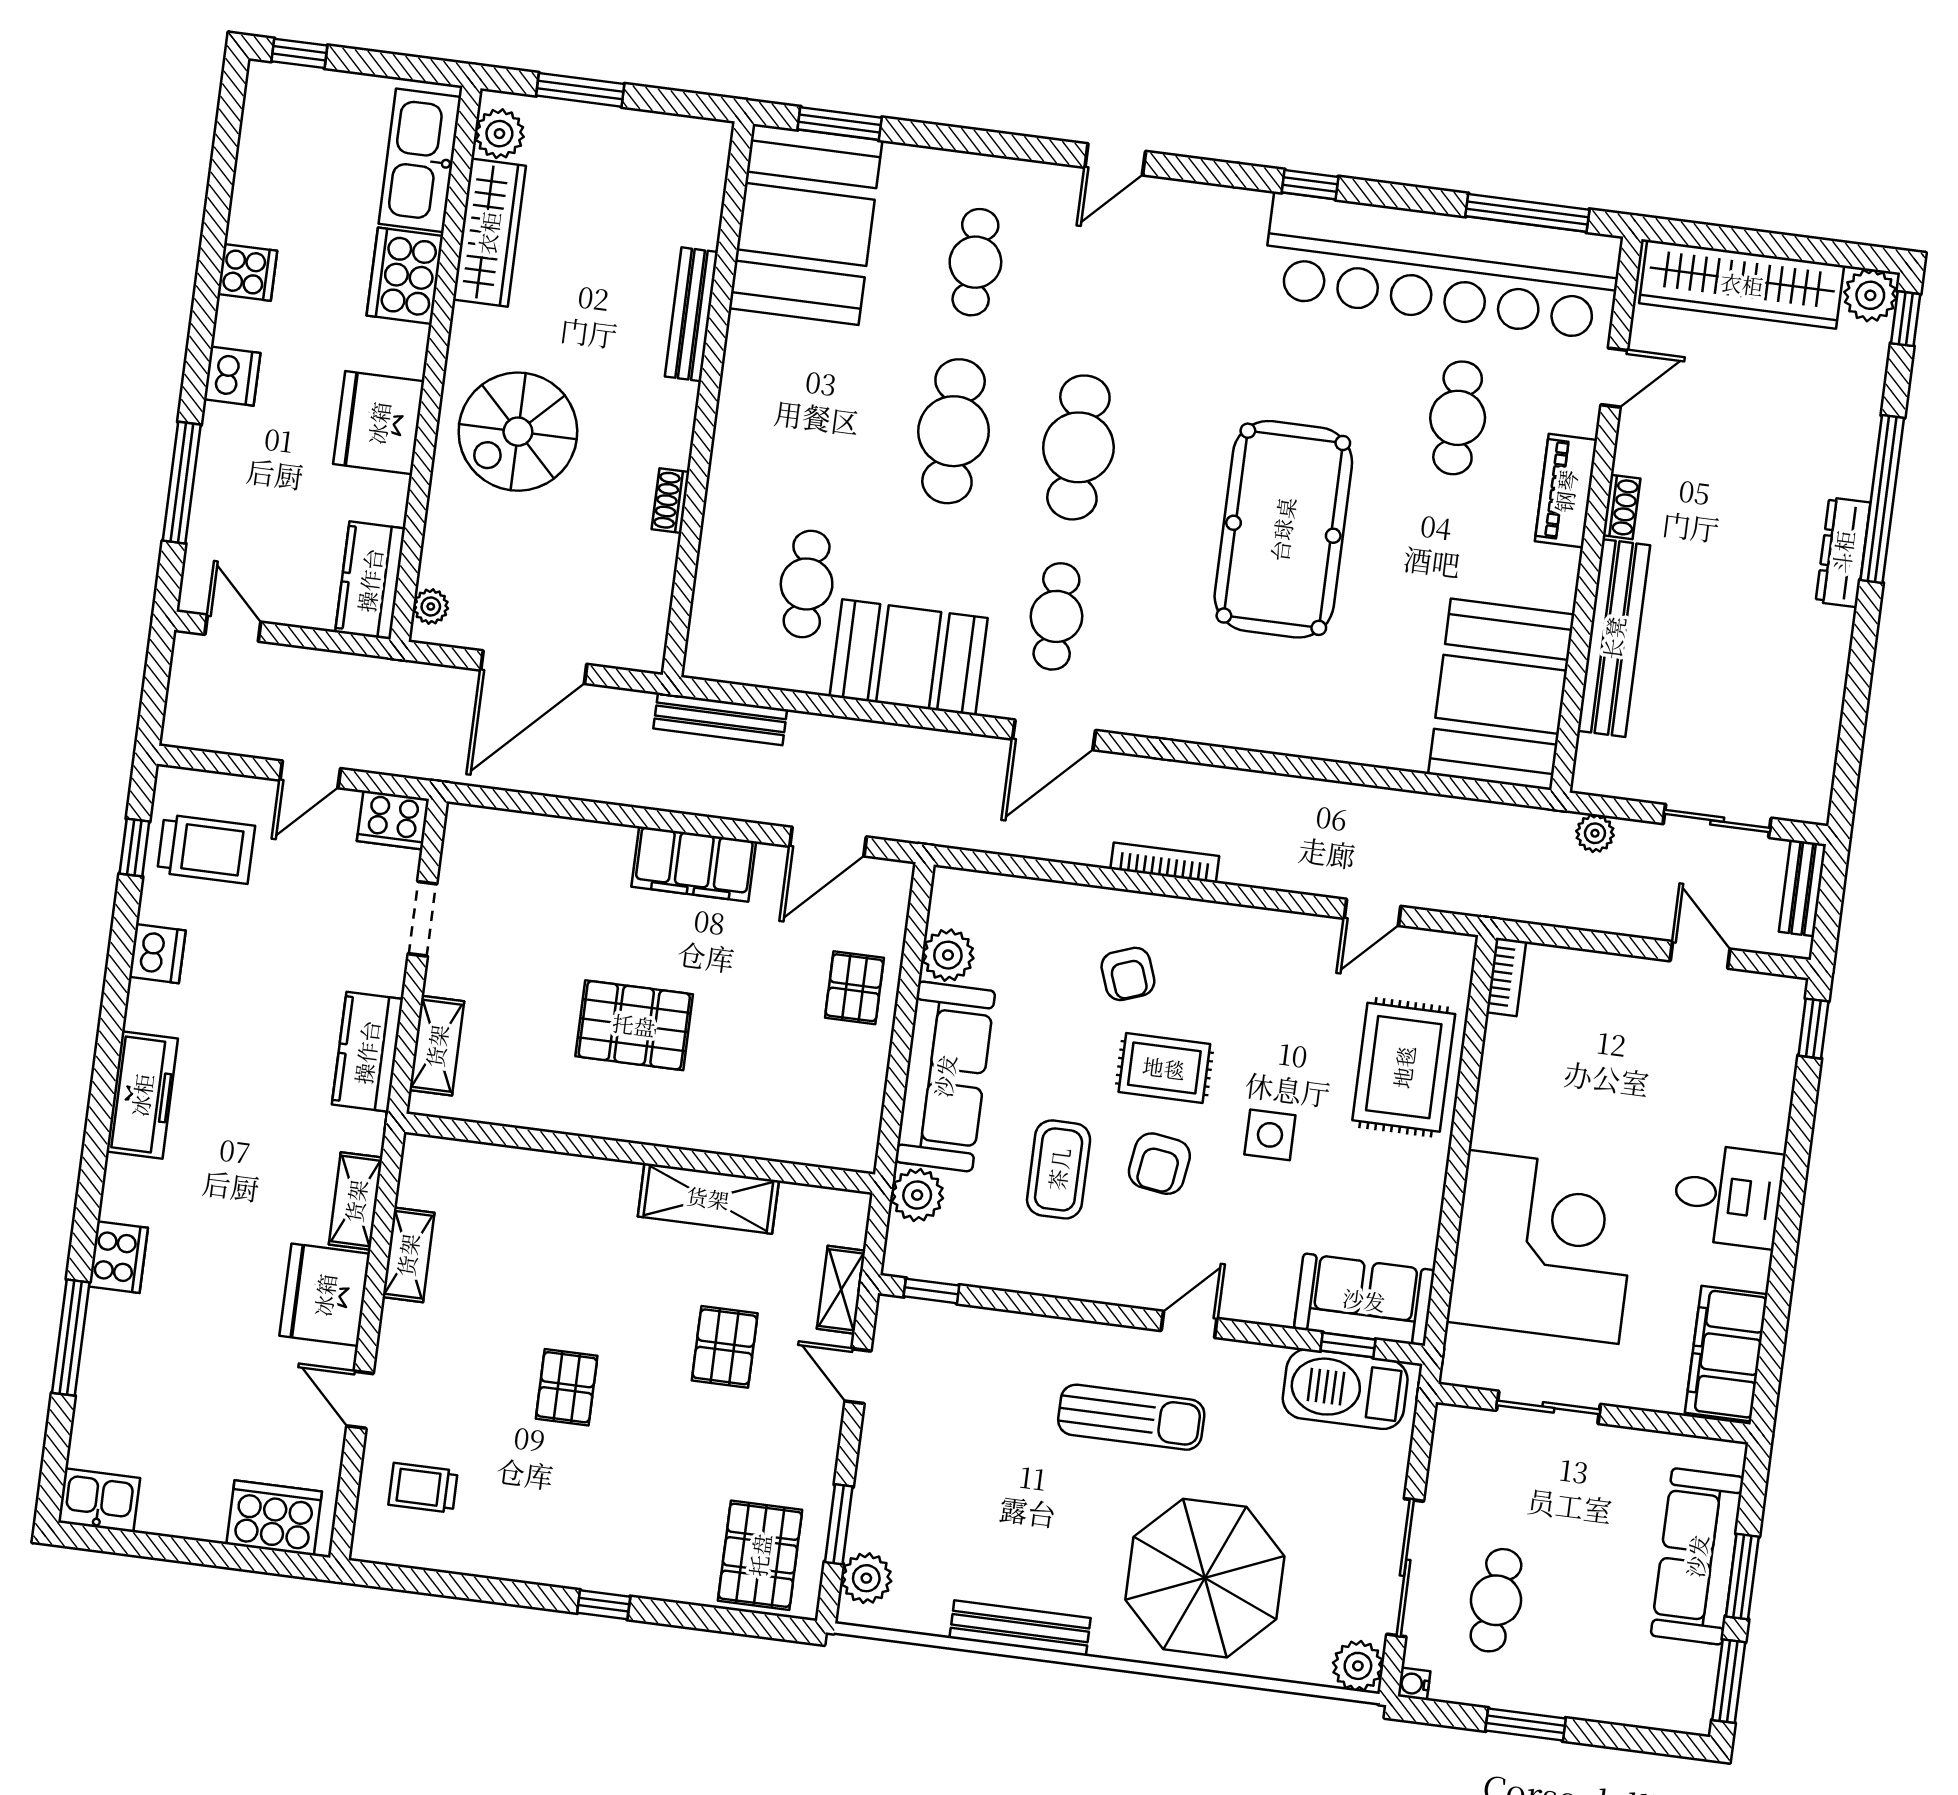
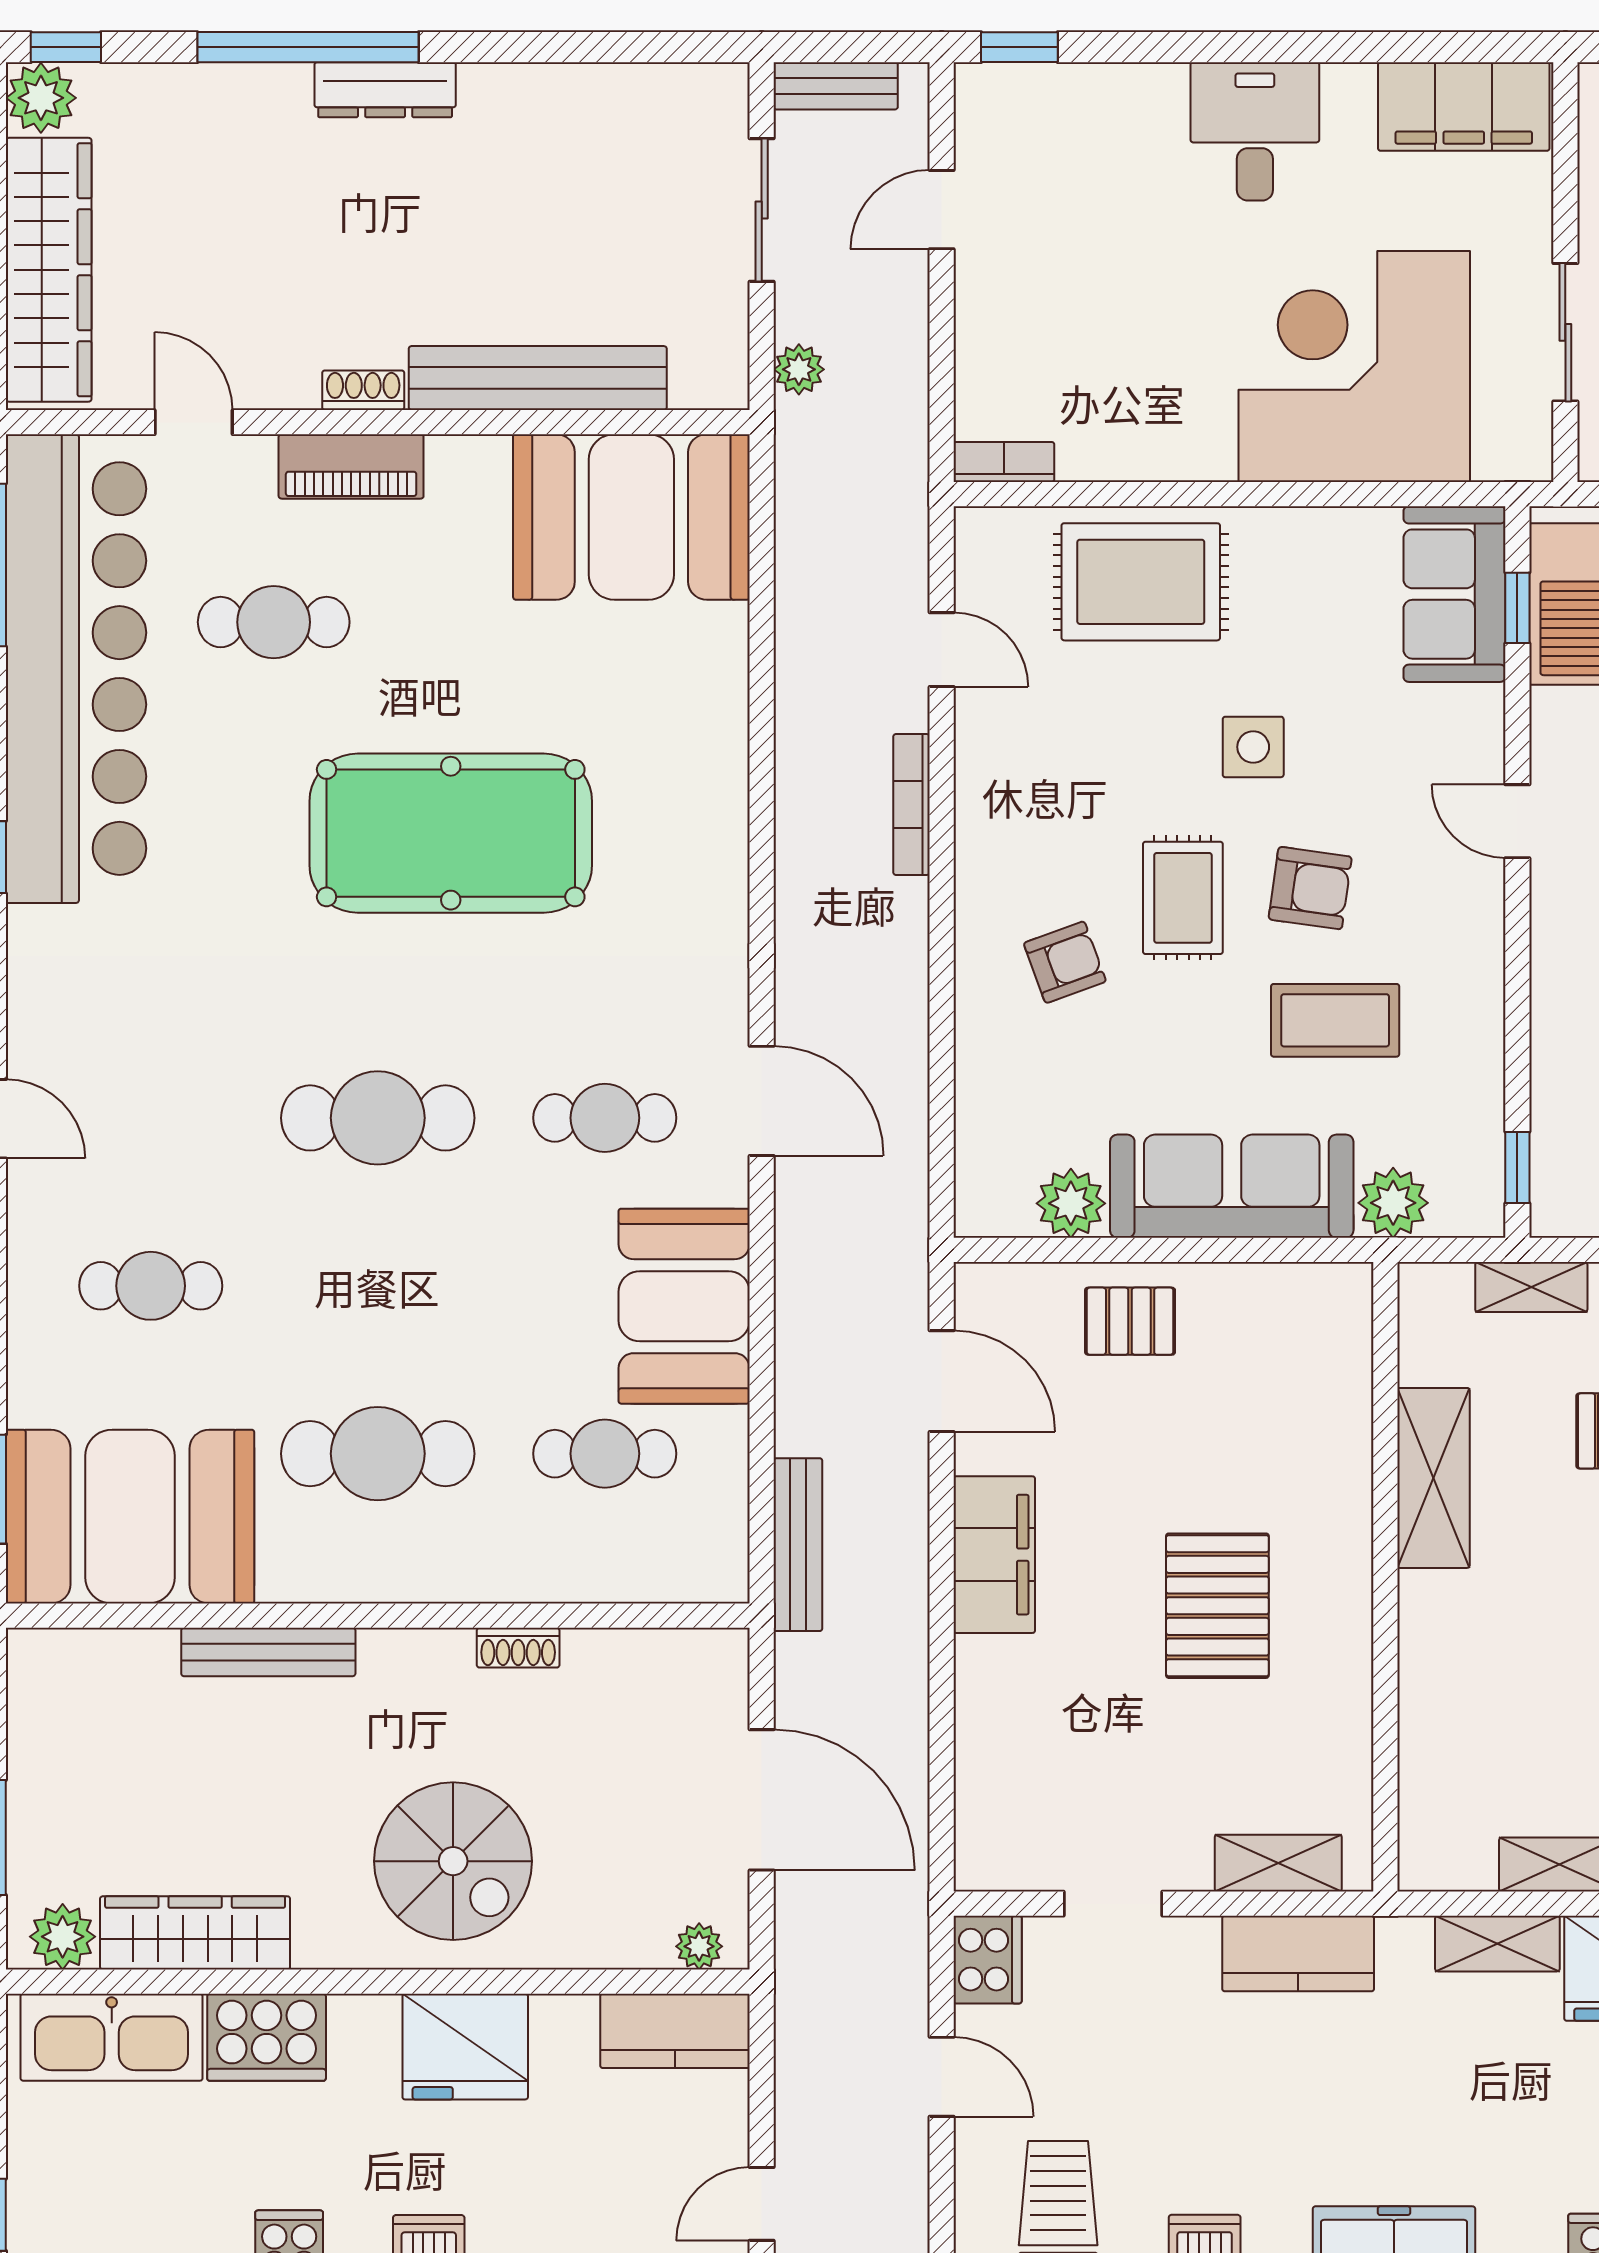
cafe table: (953, 431) -> (378, 1454), moved
bookcase: (1165, 863) -> (911, 805), moved

